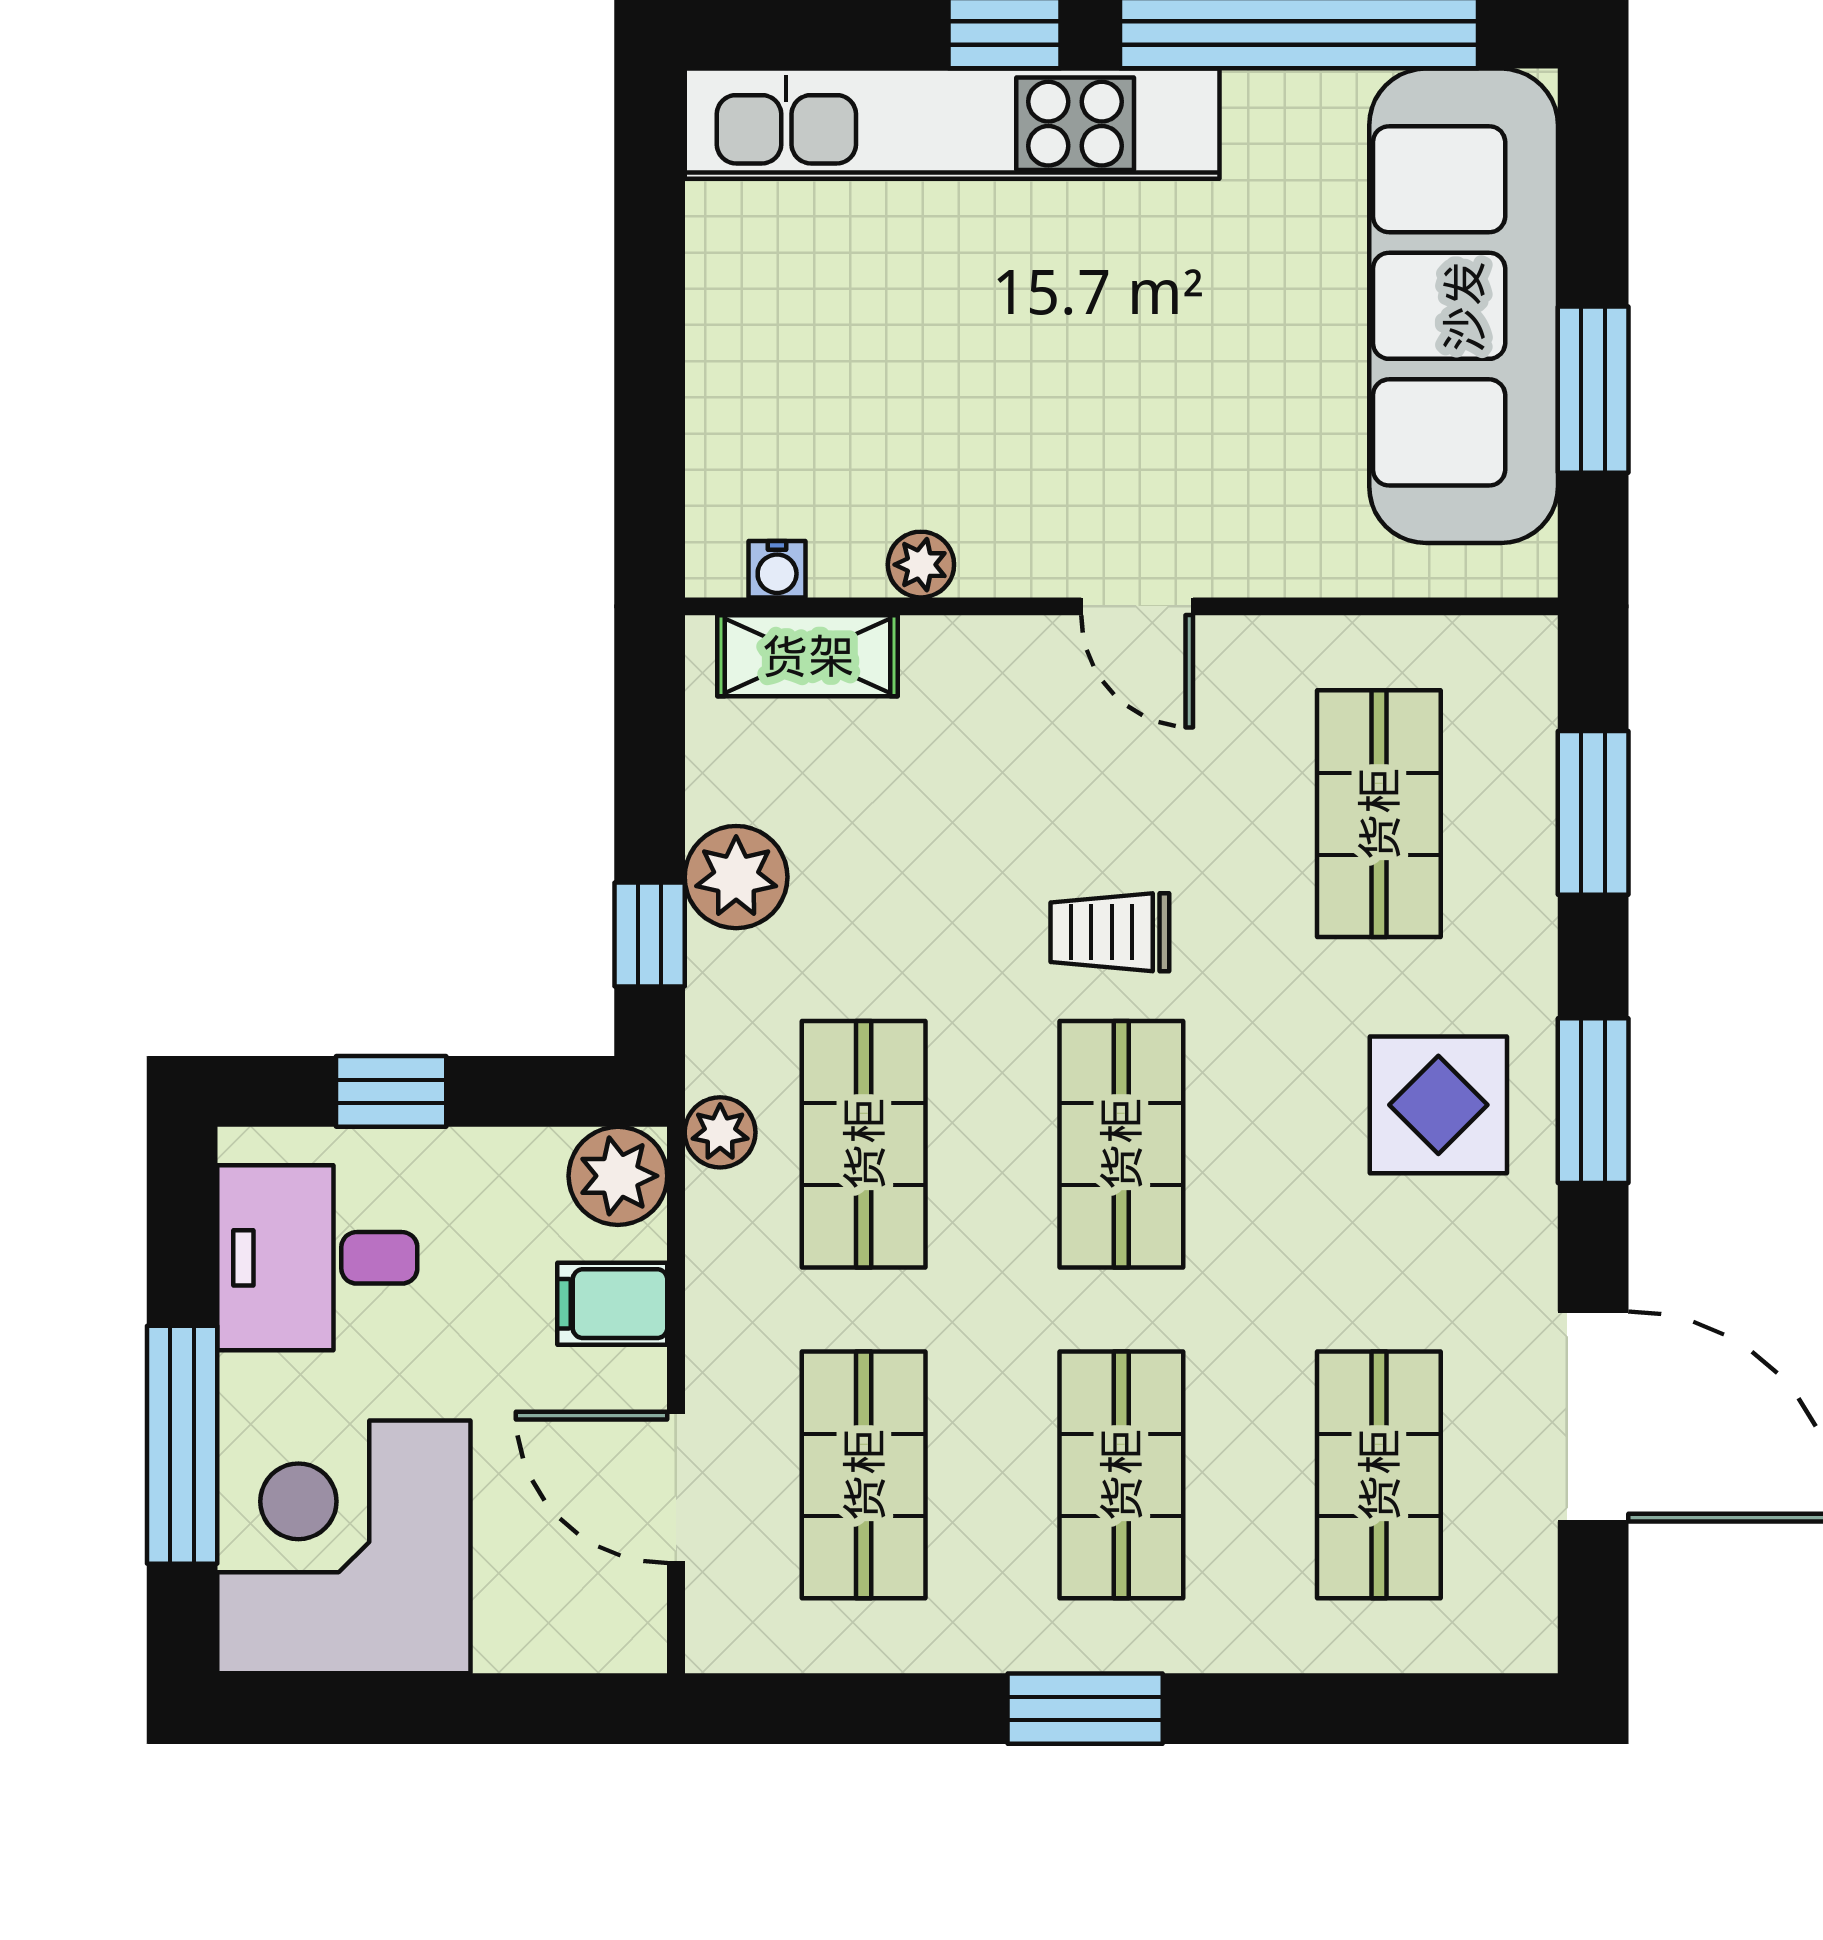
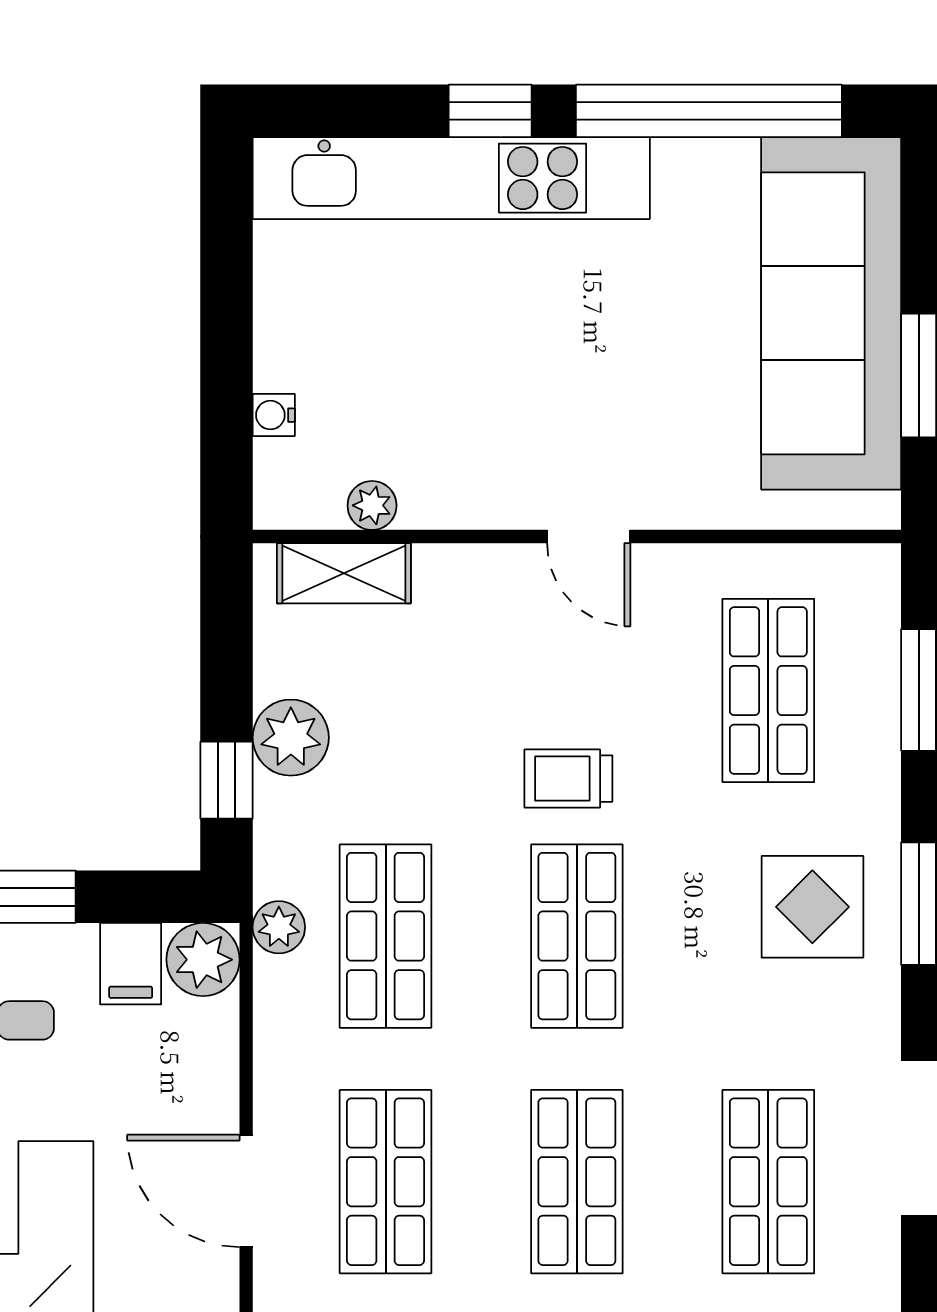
plant: (921, 565) -> (372, 505), moved
water cooler: (777, 569) -> (274, 415), moved, turned 90
filing cabinet: (612, 1304) -> (131, 964), moved, turned -90

